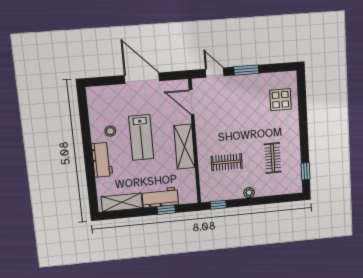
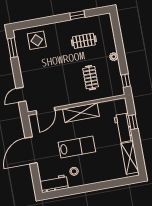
window: (246, 70) -> (12, 48), moved
workbench: (102, 160) -> (54, 184), moved
window: (305, 171) -> (77, 15), moved

